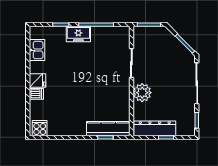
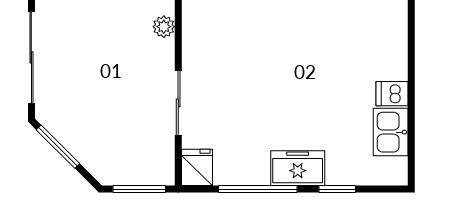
fridge: (37, 80) -> (197, 167), moved, turned 90
plant: (142, 93) -> (164, 27), width x0.53, depth x0.53
dishwasher: (36, 94) -> (392, 94), moved

